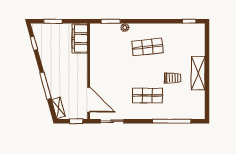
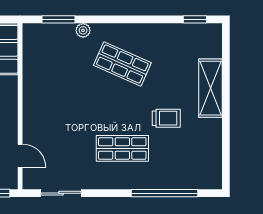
shop shelf: (147, 47) -> (122, 64), turned 30
shelving: (198, 73) -> (211, 88), moved
door: (89, 100) -> (20, 156), width x0.53

